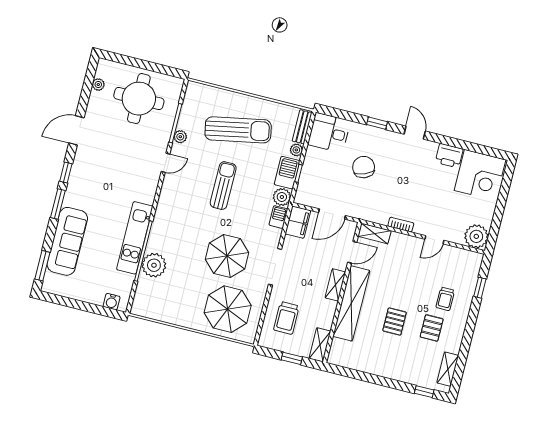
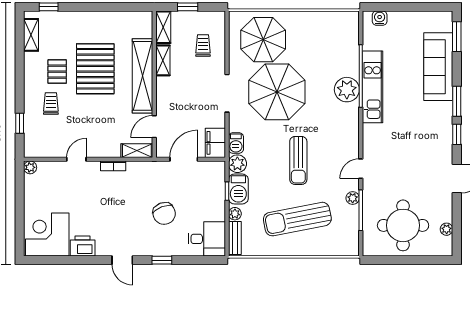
plant: (476, 236) -> (30, 167), width x0.53, depth x0.53
parasol: (227, 256) -> (277, 92), width x1.36, depth x1.36
plant: (154, 265) -> (347, 90), moved
shelving: (335, 285) -> (163, 60), moved
trolley: (286, 318) -> (203, 45), width x0.73, depth x0.72
pallet: (395, 322) -> (95, 69), width x2.05, depth x2.00

